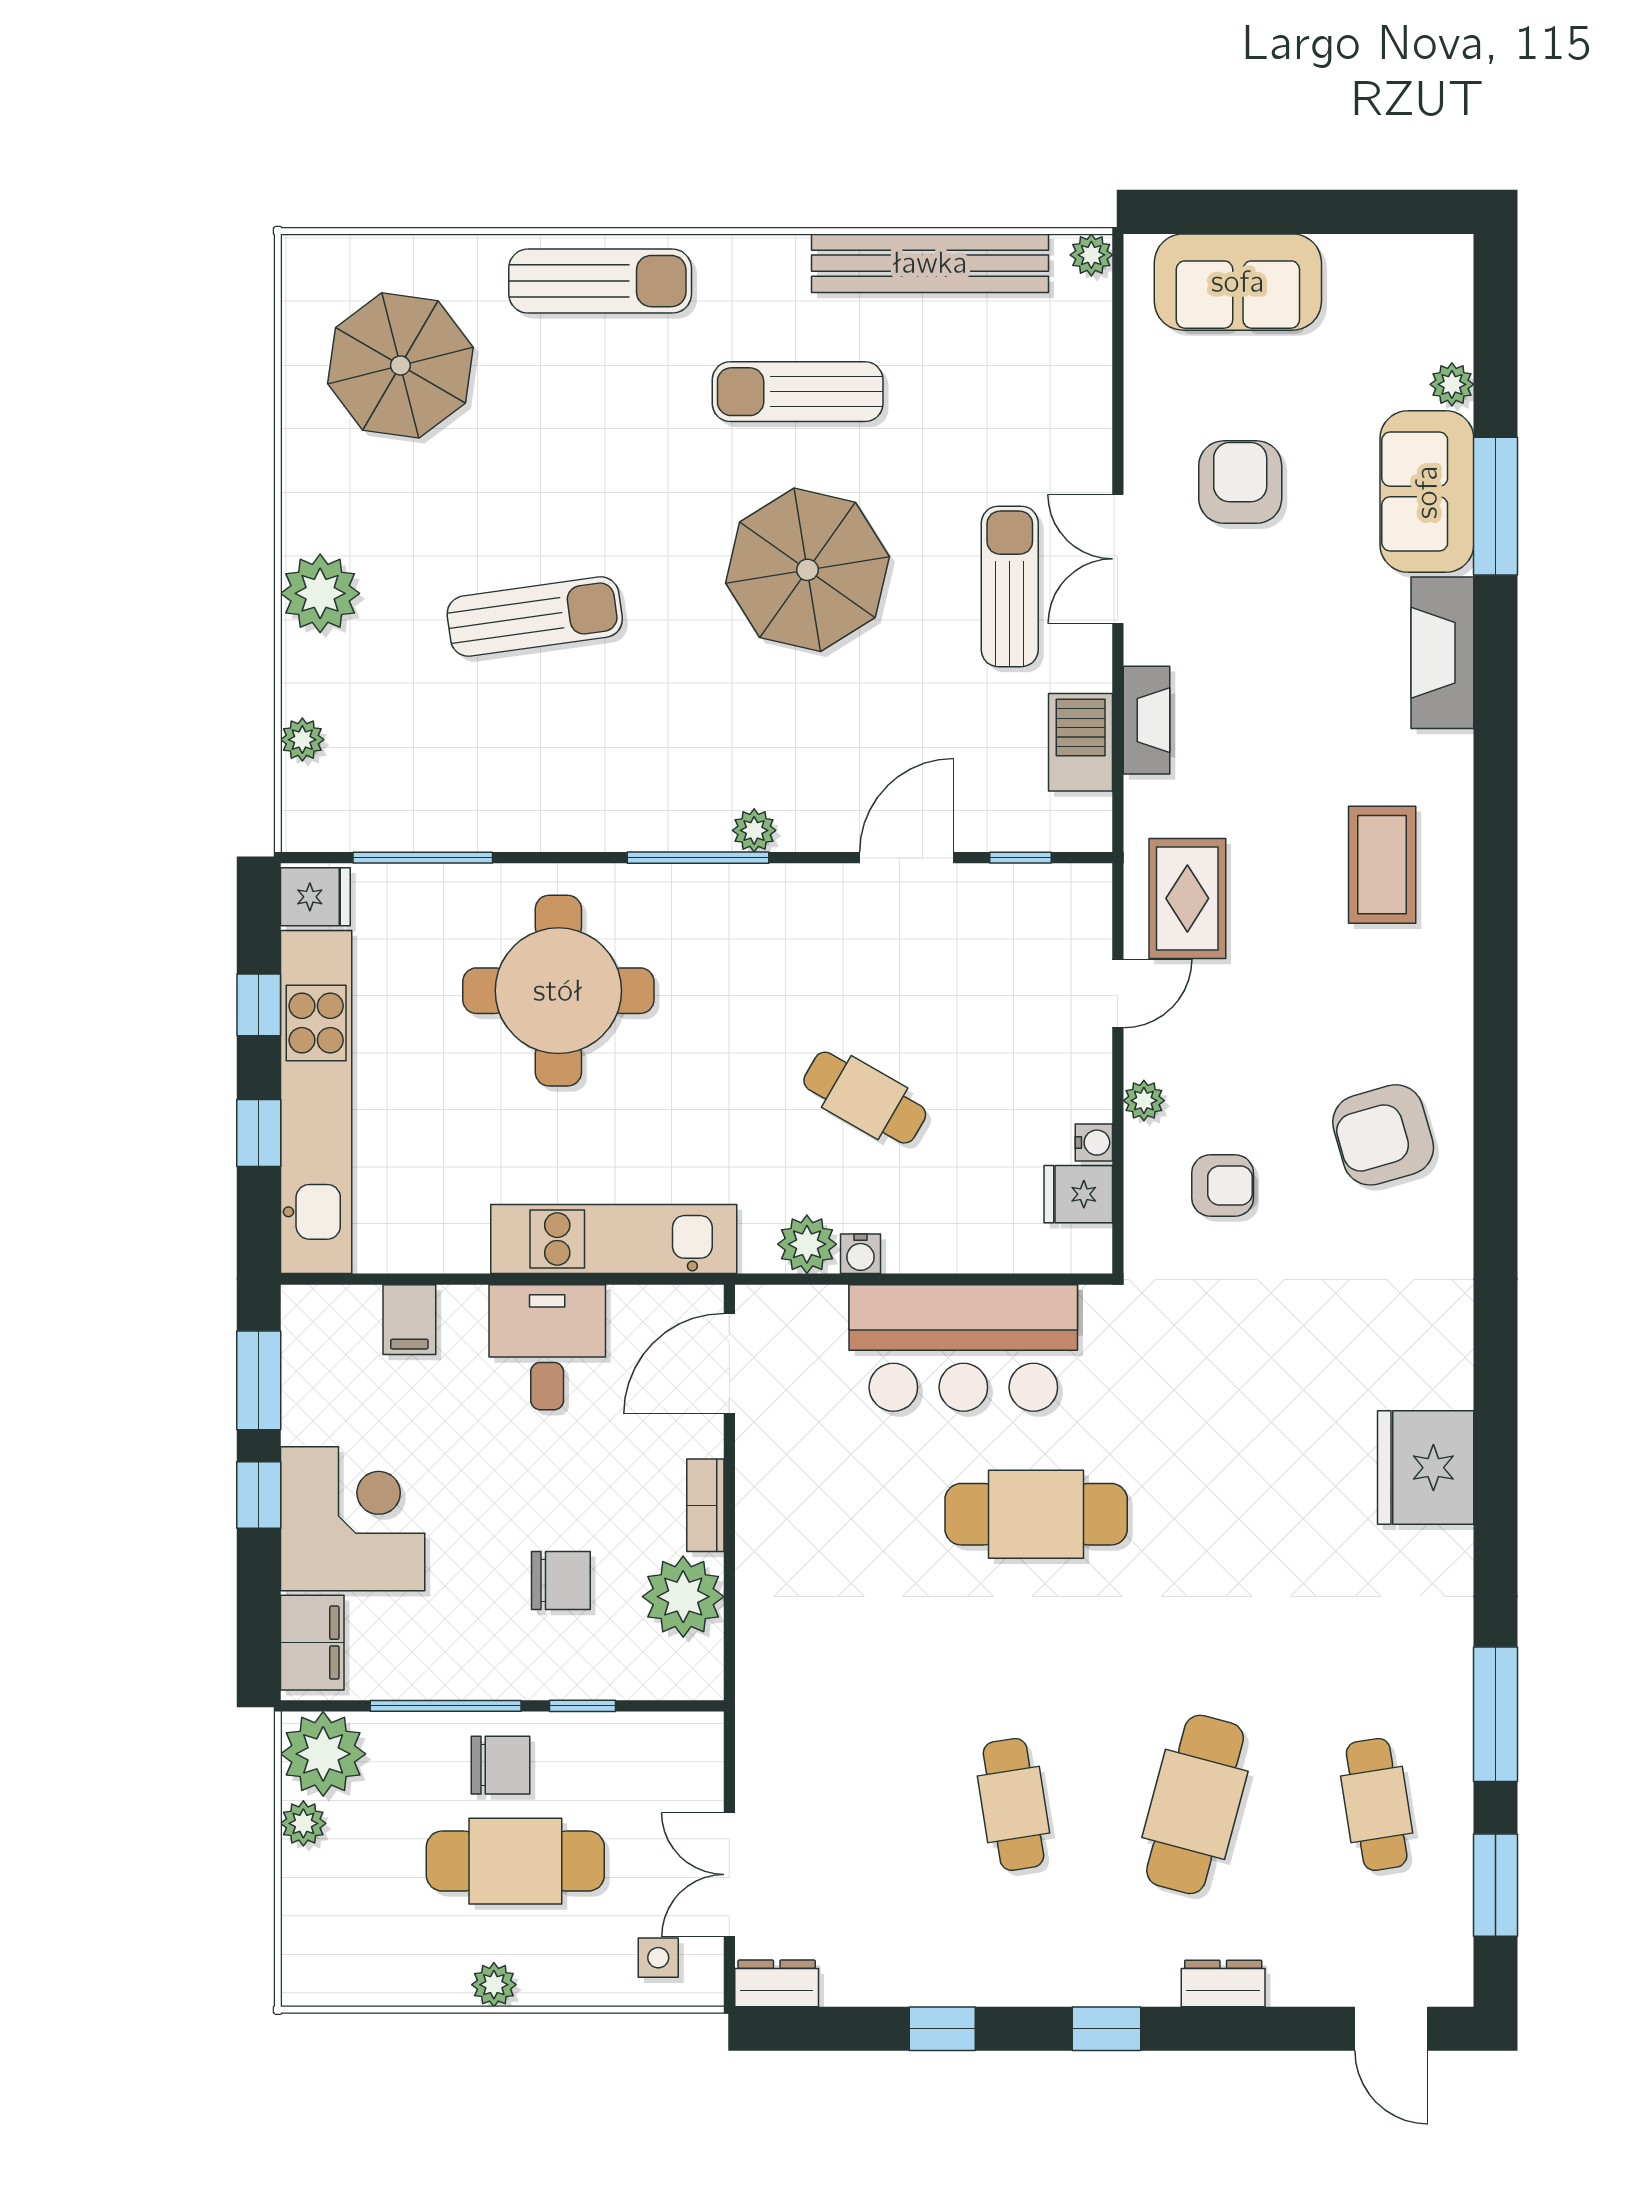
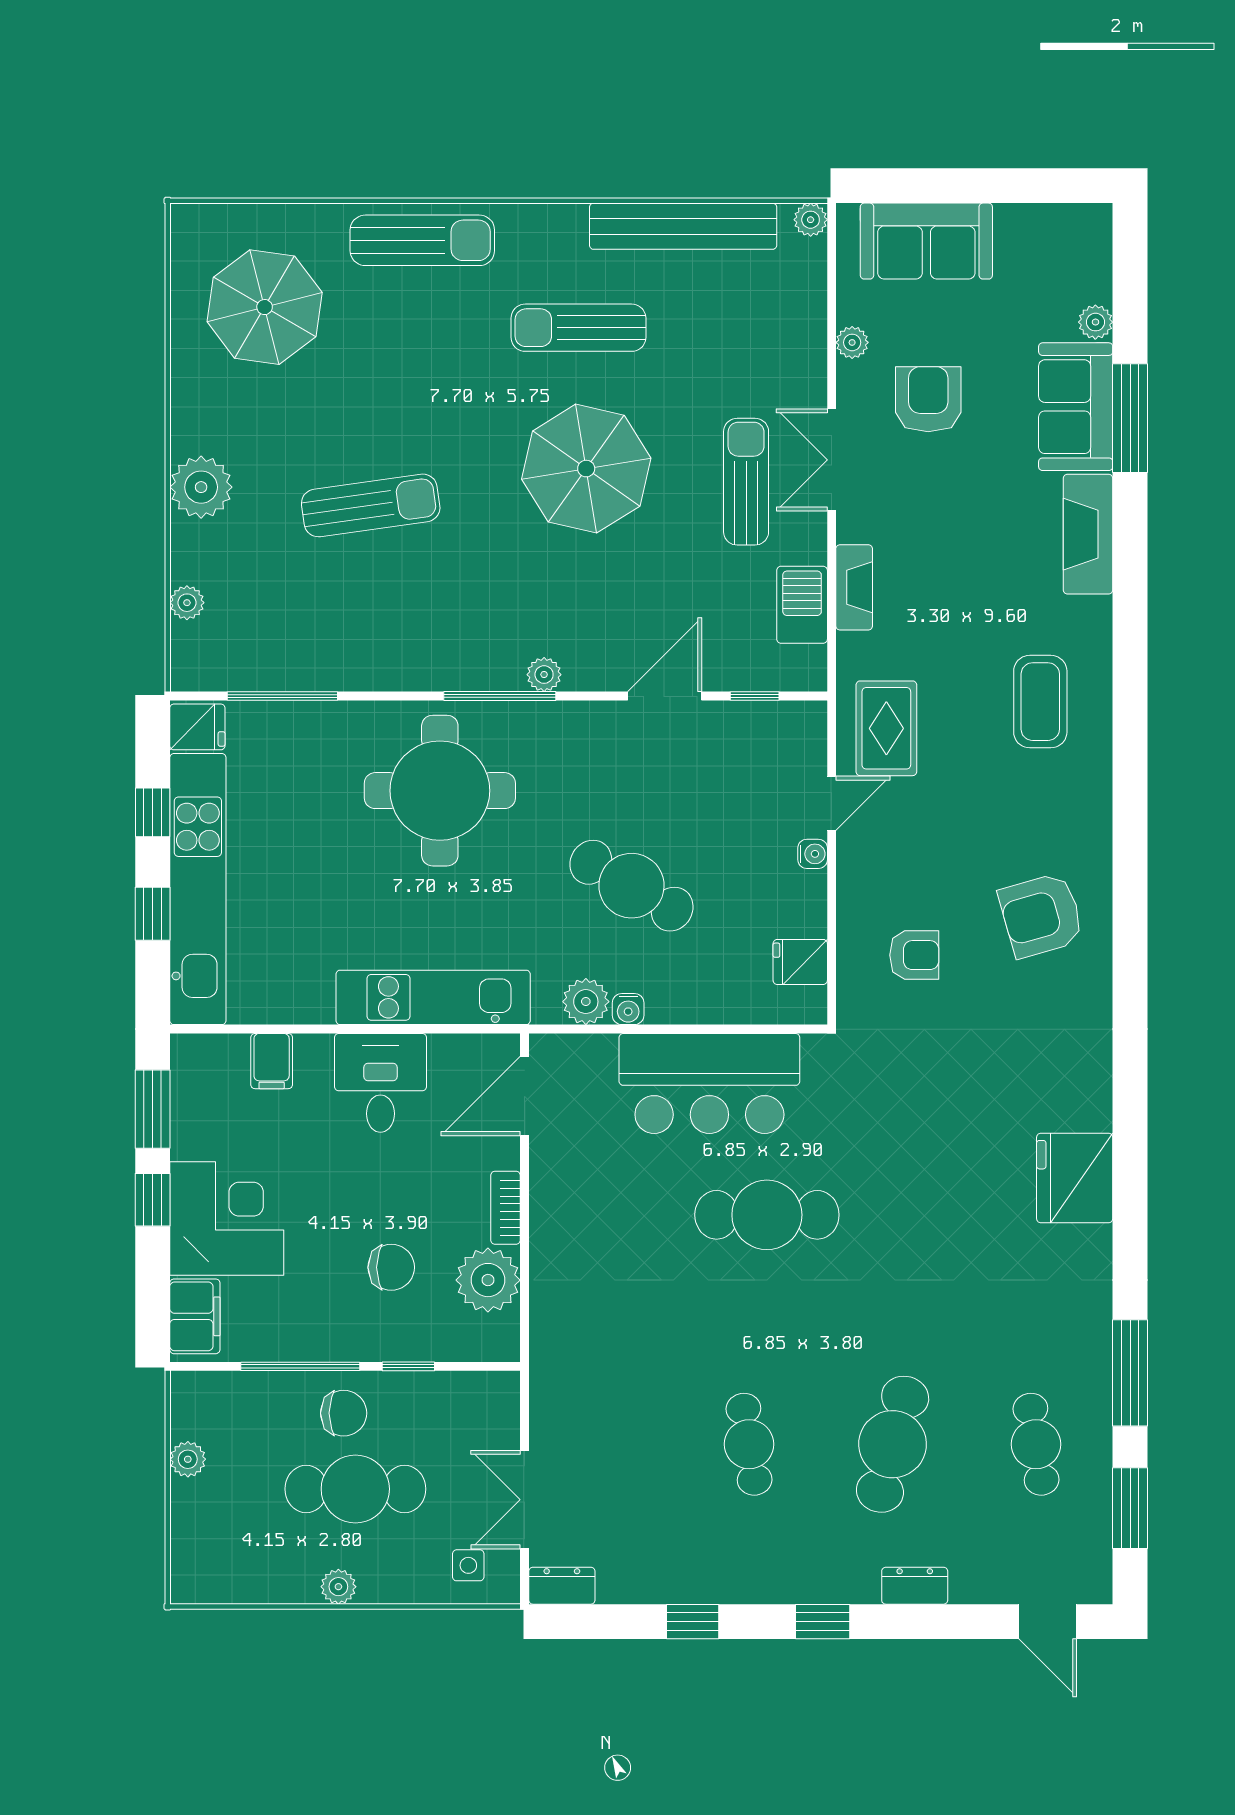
round table: (558, 991) -> (440, 791), moved
cafe table: (865, 1098) -> (631, 886), width x1.37, depth x1.35
plant: (1144, 1101) -> (852, 342), moved
water cooler: (1094, 1143) -> (813, 854), moved
plant: (323, 1754) -> (203, 1404), removed

